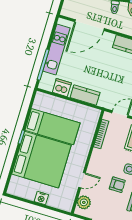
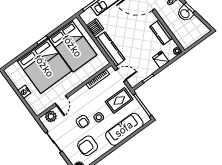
kitchen counter: (85, 95) -> (110, 49), width x1.50
bed: (52, 127) -> (72, 46), width x1.50
door: (82, 180) -> (61, 100), hinge flipped

